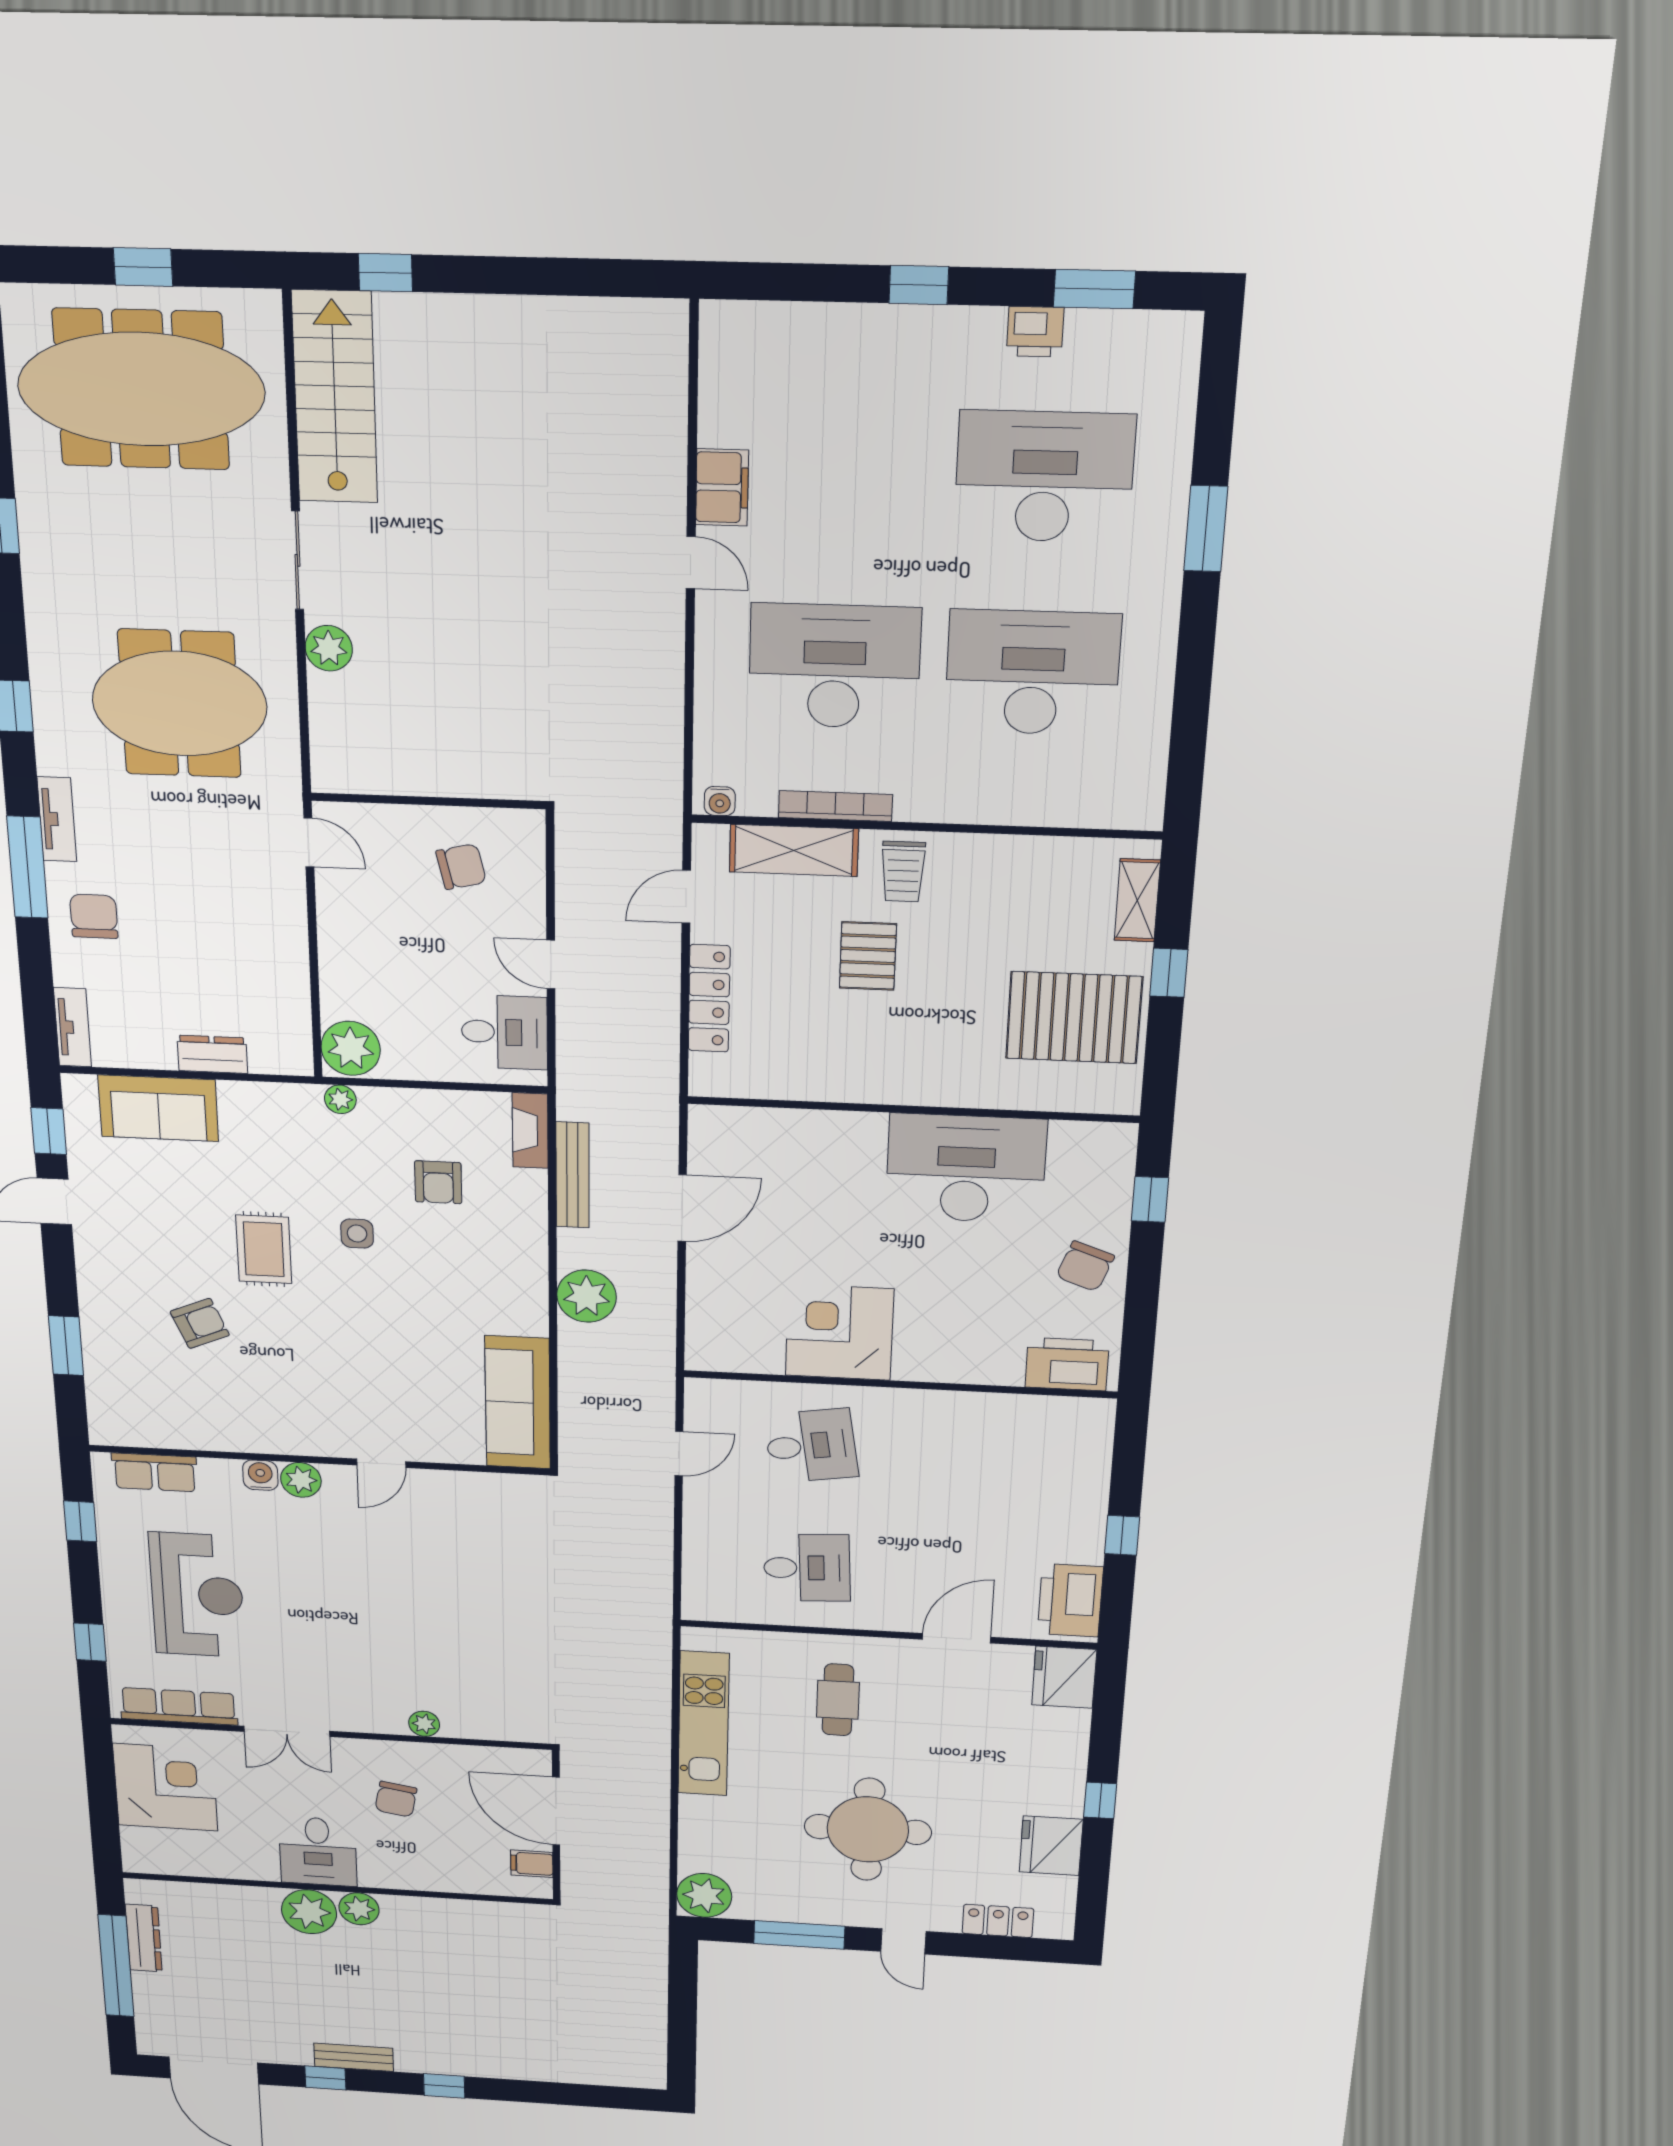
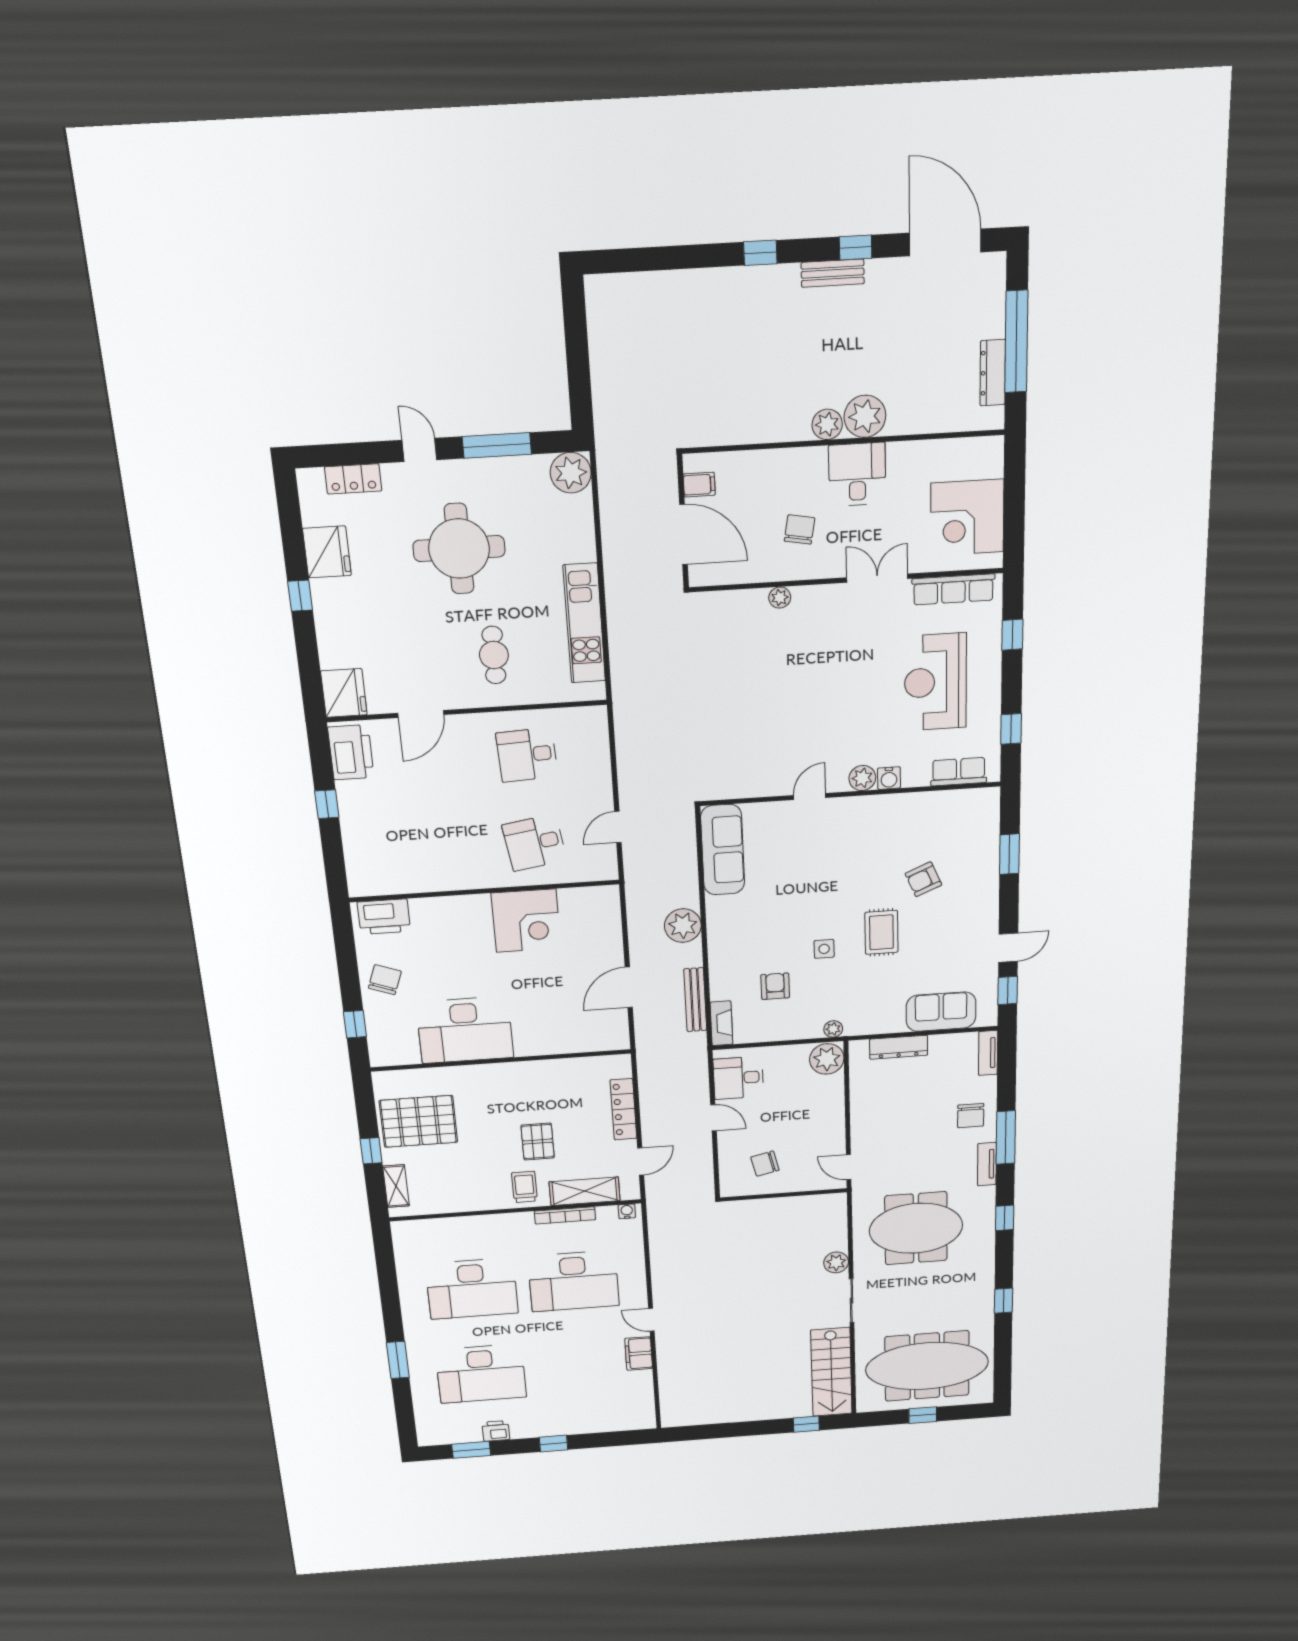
dresser: (212, 1054) -> (899, 1047), width x1.44

